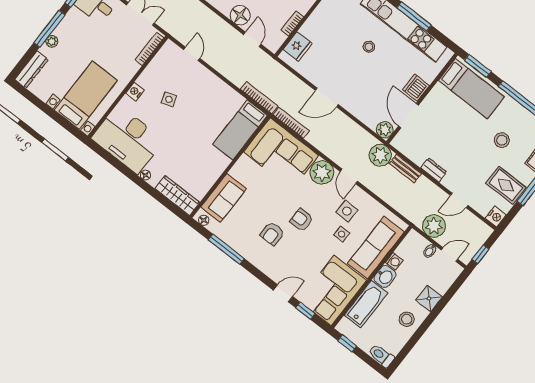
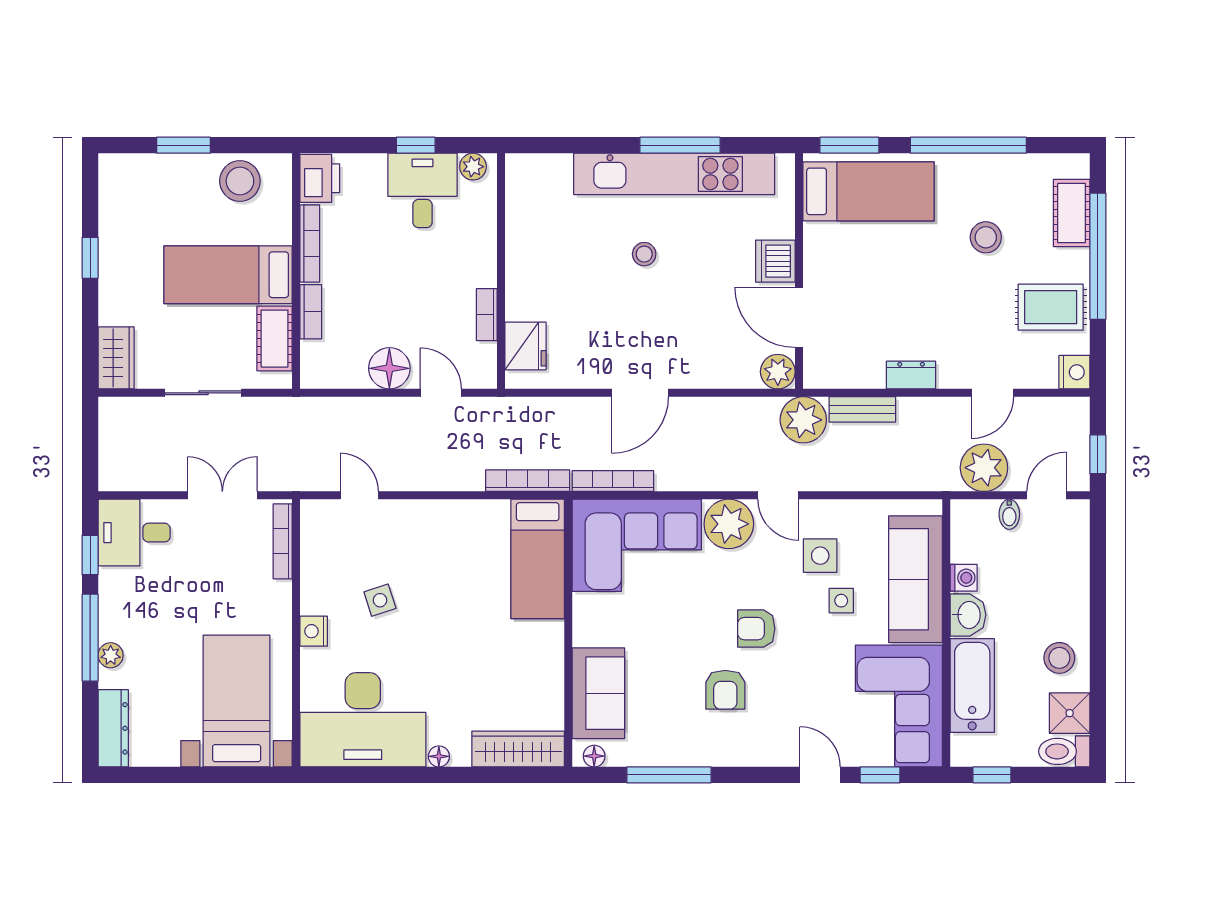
door: (283, 293) -> (820, 775), hinge flipped
shower: (429, 299) -> (1070, 713), moved

